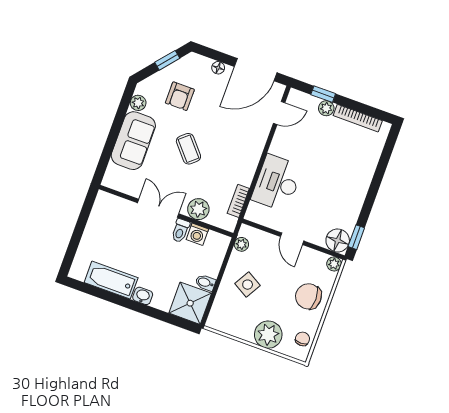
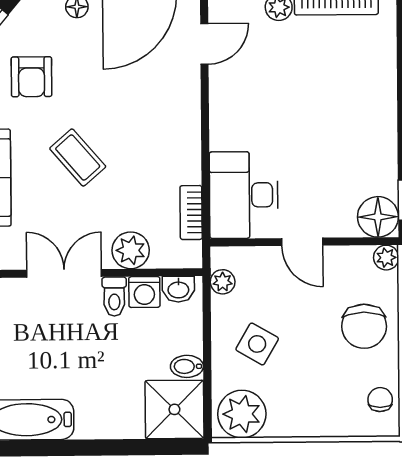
desk: (277, 183) -> (244, 195), moved
washbasin: (143, 296) -> (178, 289), moved, turned 180
chair: (308, 296) -> (364, 326), turned -90
plant: (268, 335) -> (242, 414), moved

